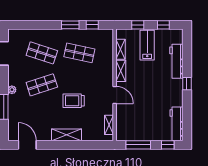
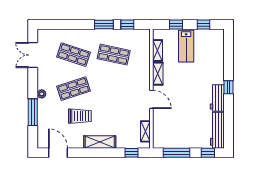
lab bench: (147, 45) -> (186, 46), turned 180
workbench: (176, 61) -> (217, 98), moved, width x0.73
trolley: (74, 101) -> (80, 116), moved, turned 180
window: (96, 145) -> (132, 153), added

